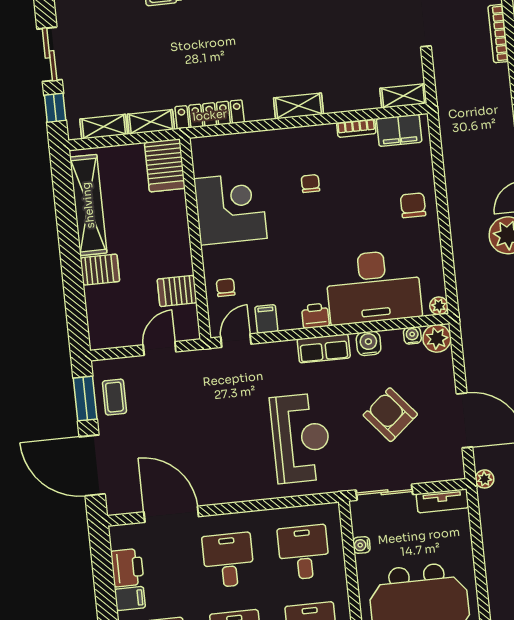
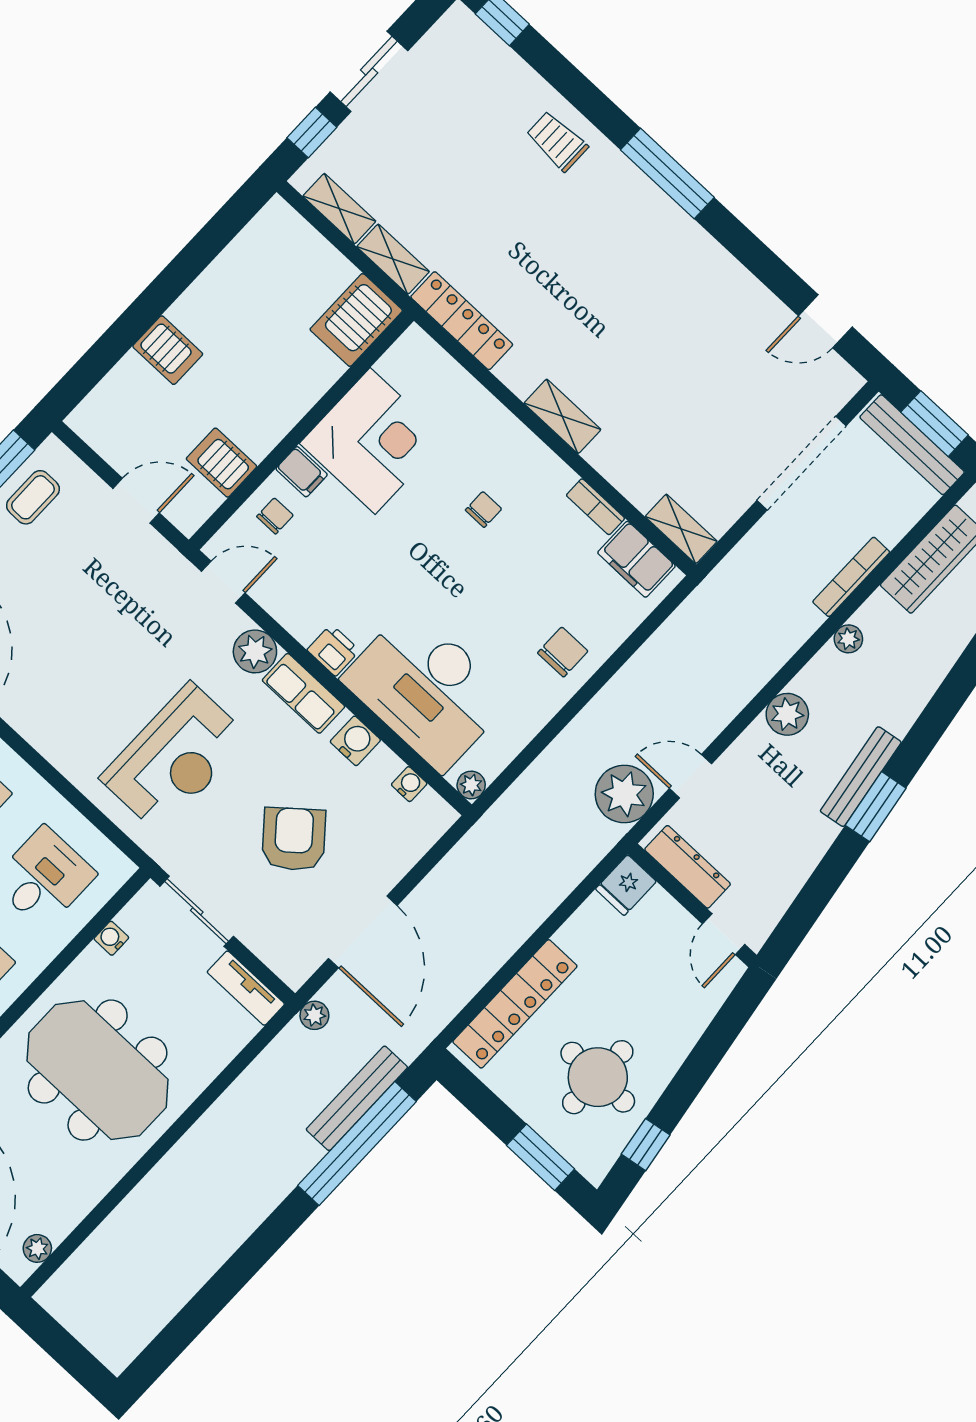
shelving: (88, 205) -> (232, 271), removed
filing cabinet: (266, 319) -> (302, 472), moved, turned 90
plant: (437, 338) -> (255, 651), moved

